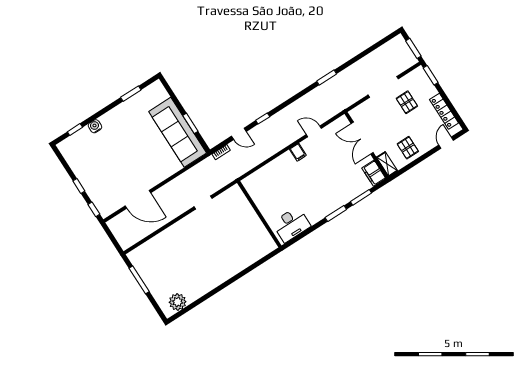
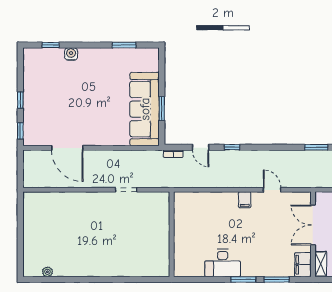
desk: (291, 224) -> (223, 263), moved
window: (139, 280) -> (20, 224), removed
plant: (178, 302) -> (47, 272), width x0.53, depth x0.53

